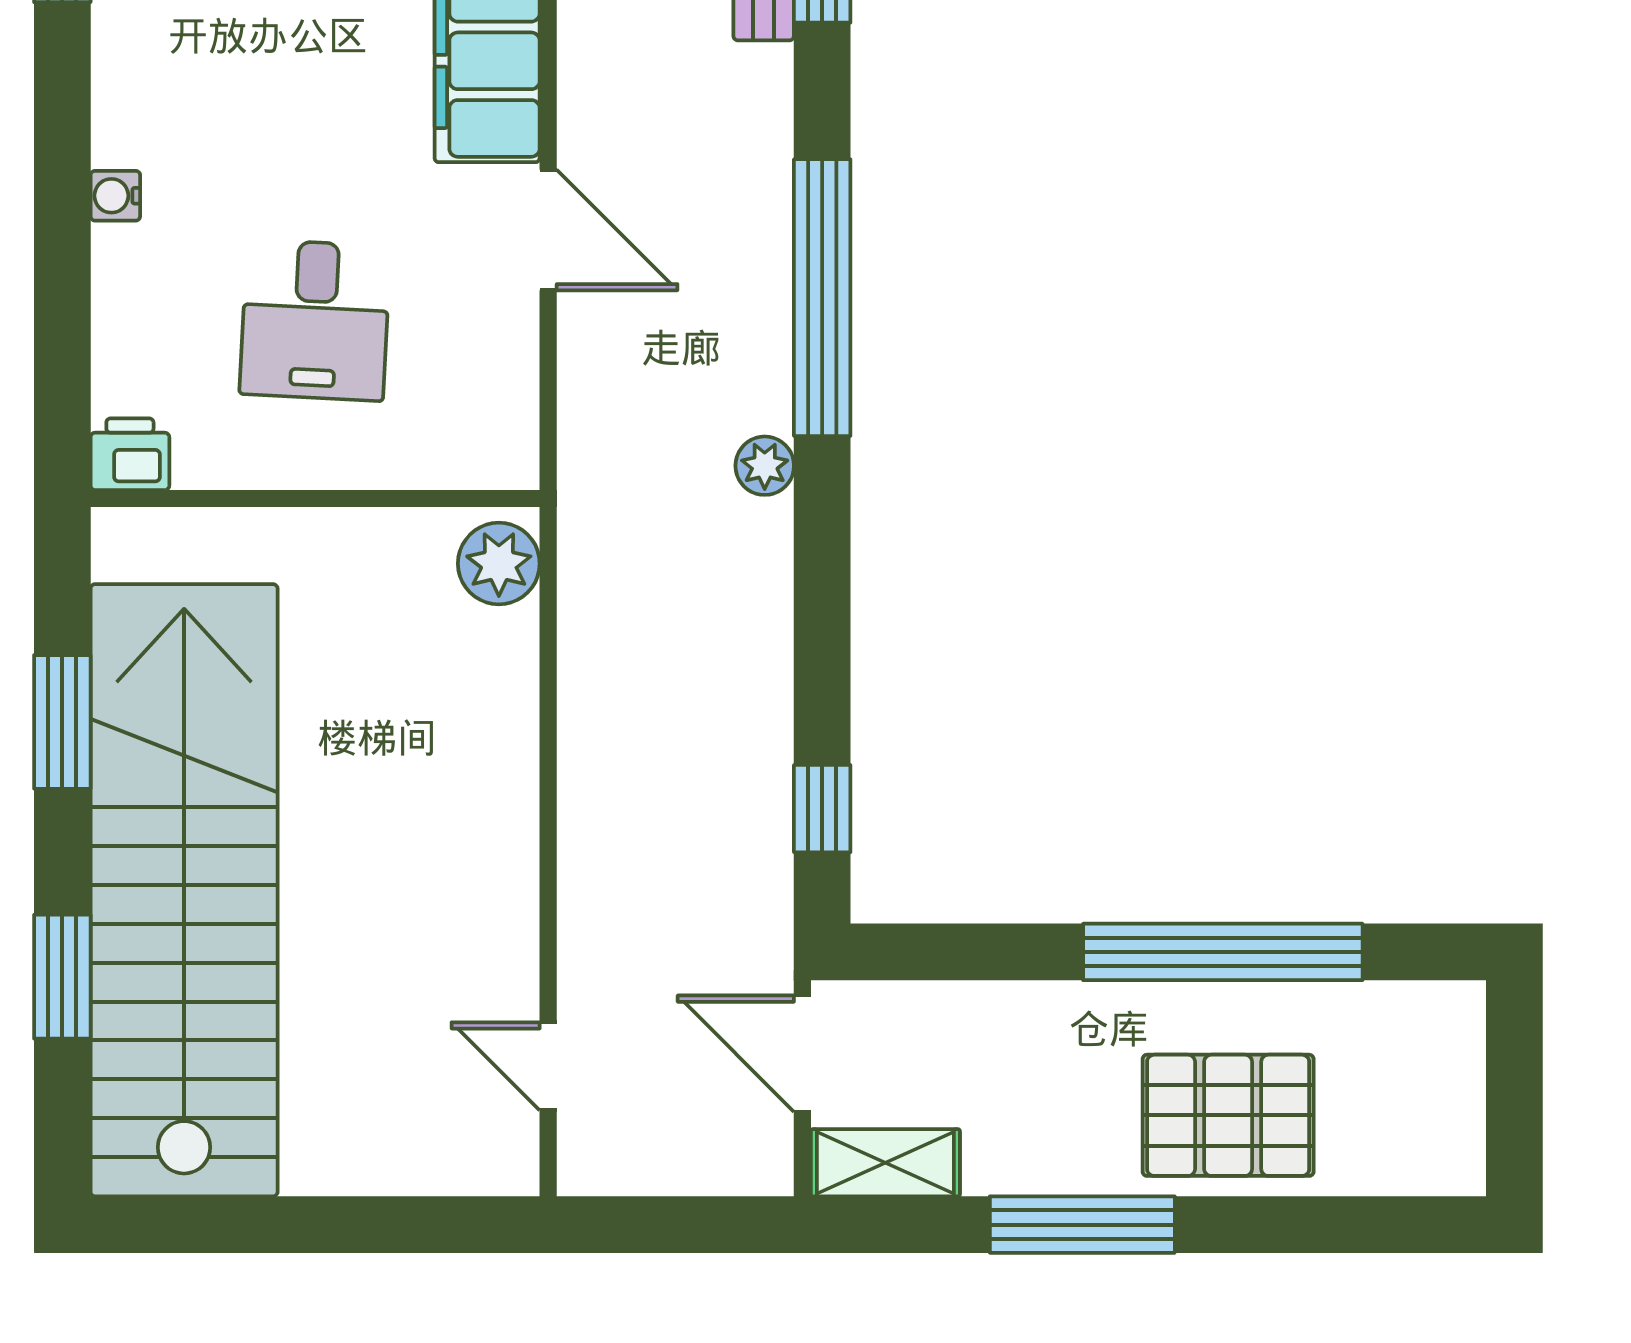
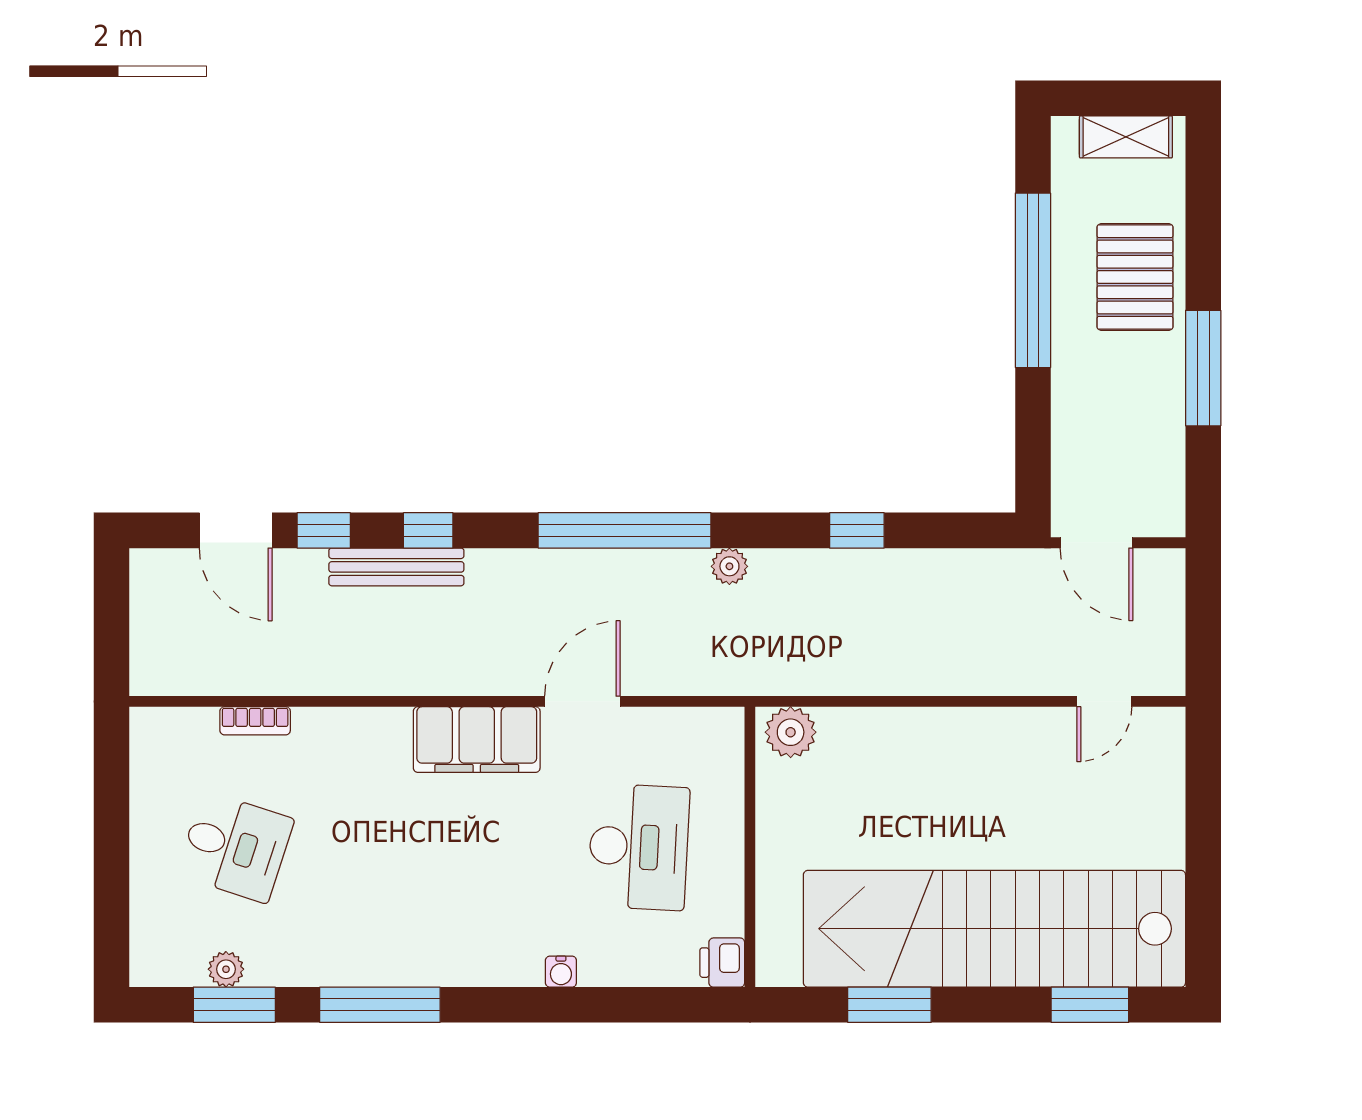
desk: (315, 320) -> (639, 847), width x1.37
window: (822, 809) -> (857, 530), moved
window: (62, 977) -> (1090, 1005), moved
door: (802, 1054) -> (1096, 543), hinge flipped
shelving: (885, 1163) -> (1126, 137), moved, turned 90

